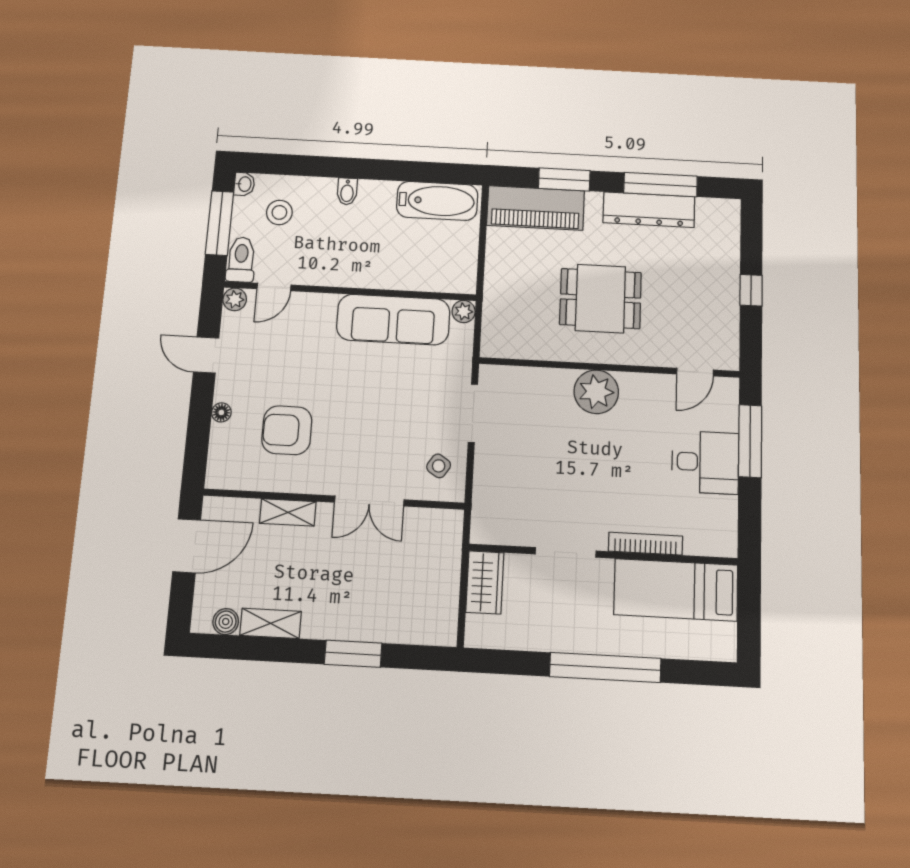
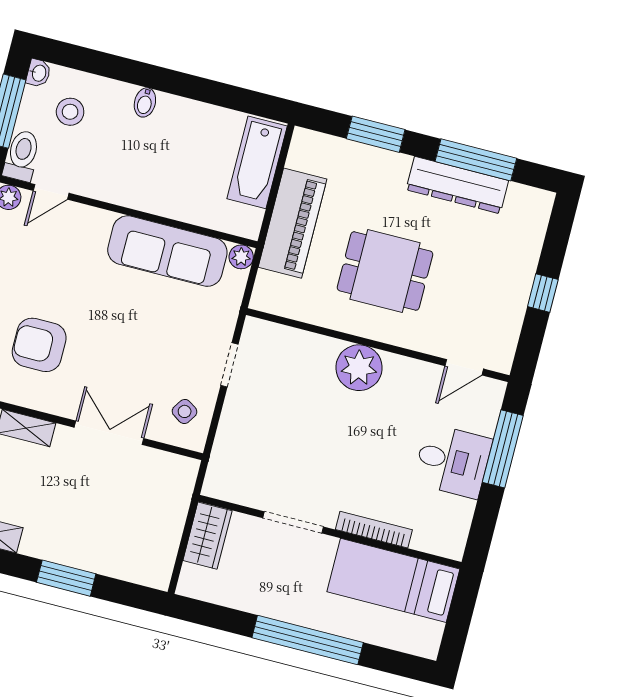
bathtub: (437, 201) -> (257, 162), moved, turned 90
piano: (536, 208) -> (293, 223), moved, turned -90
doorway: (473, 413) -> (230, 365), width x0.73
double door: (369, 501) -> (109, 433), swing flipped

